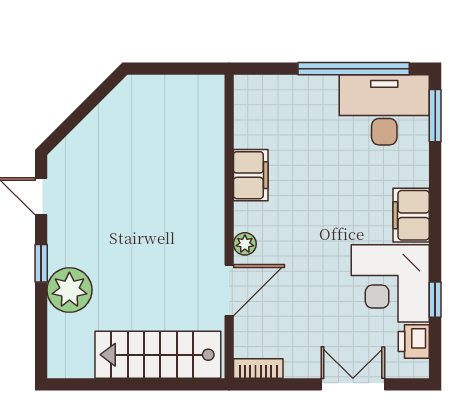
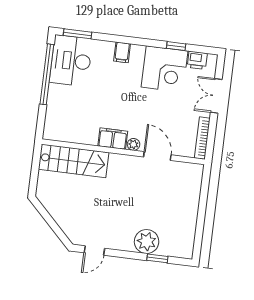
filing cabinet: (251, 175) -> (113, 139), moved
filing cabinet: (411, 215) -> (122, 52), width x0.50
window: (41, 263) -> (157, 258), moved
stairs: (158, 355) -> (74, 161), moved, turned -90
bookcase: (258, 369) -> (202, 138), width x1.56

